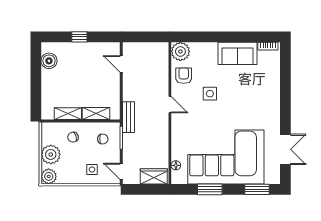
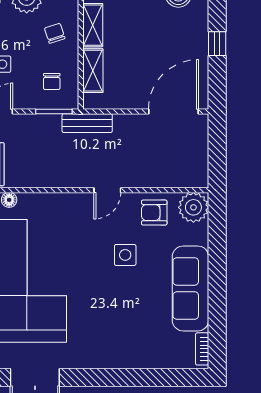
sofa: (238, 53) -> (190, 288), width x1.36
door: (121, 64) -> (173, 111), width x1.87
armchair: (184, 76) -> (154, 213), turned 180

